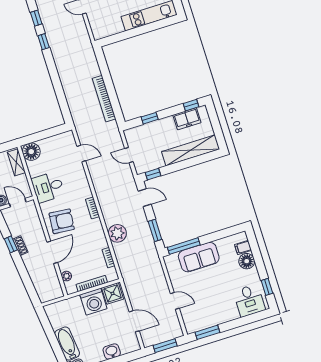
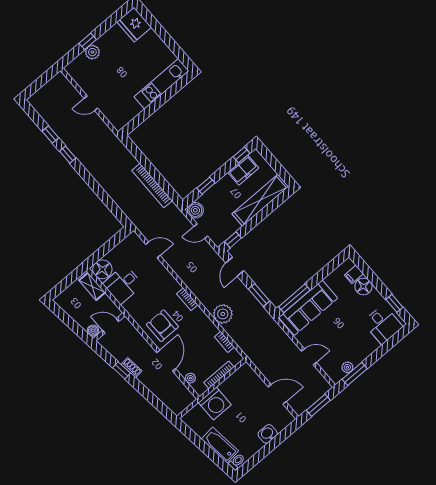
boiler: (132, 135) -> (195, 210), added
desk: (48, 187) -> (123, 284), moved
door: (145, 198) -> (235, 267), swing flipped
armchair: (62, 221) -> (162, 326), turned -95
sofa: (199, 257) -> (308, 308), width x1.36
shower: (113, 293) -> (244, 376), removed
washing machine: (93, 302) -> (215, 404), moved
plant: (204, 324) -> (347, 367), added

